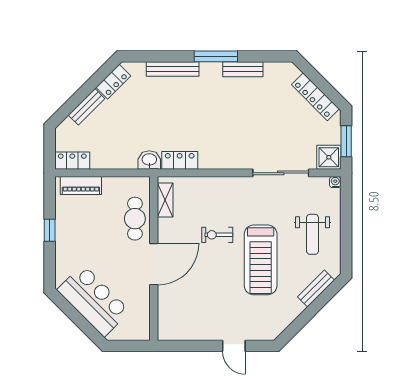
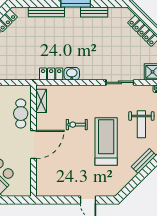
washbasin: (149, 160) -> (72, 74), moved
sliding door: (281, 173) -> (120, 82), width x0.73
treadmill: (261, 260) -> (106, 142), turned 180

